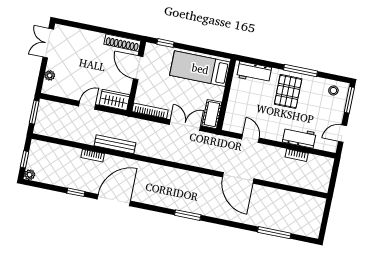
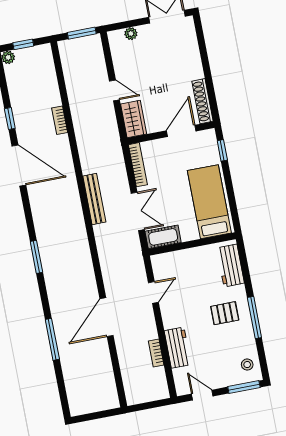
pallet: (288, 91) -> (225, 313), width x0.67, depth x0.71
bench: (115, 144) -> (94, 199), moved
door: (238, 178) -> (107, 317), moved
window: (274, 233) -> (52, 339), moved

